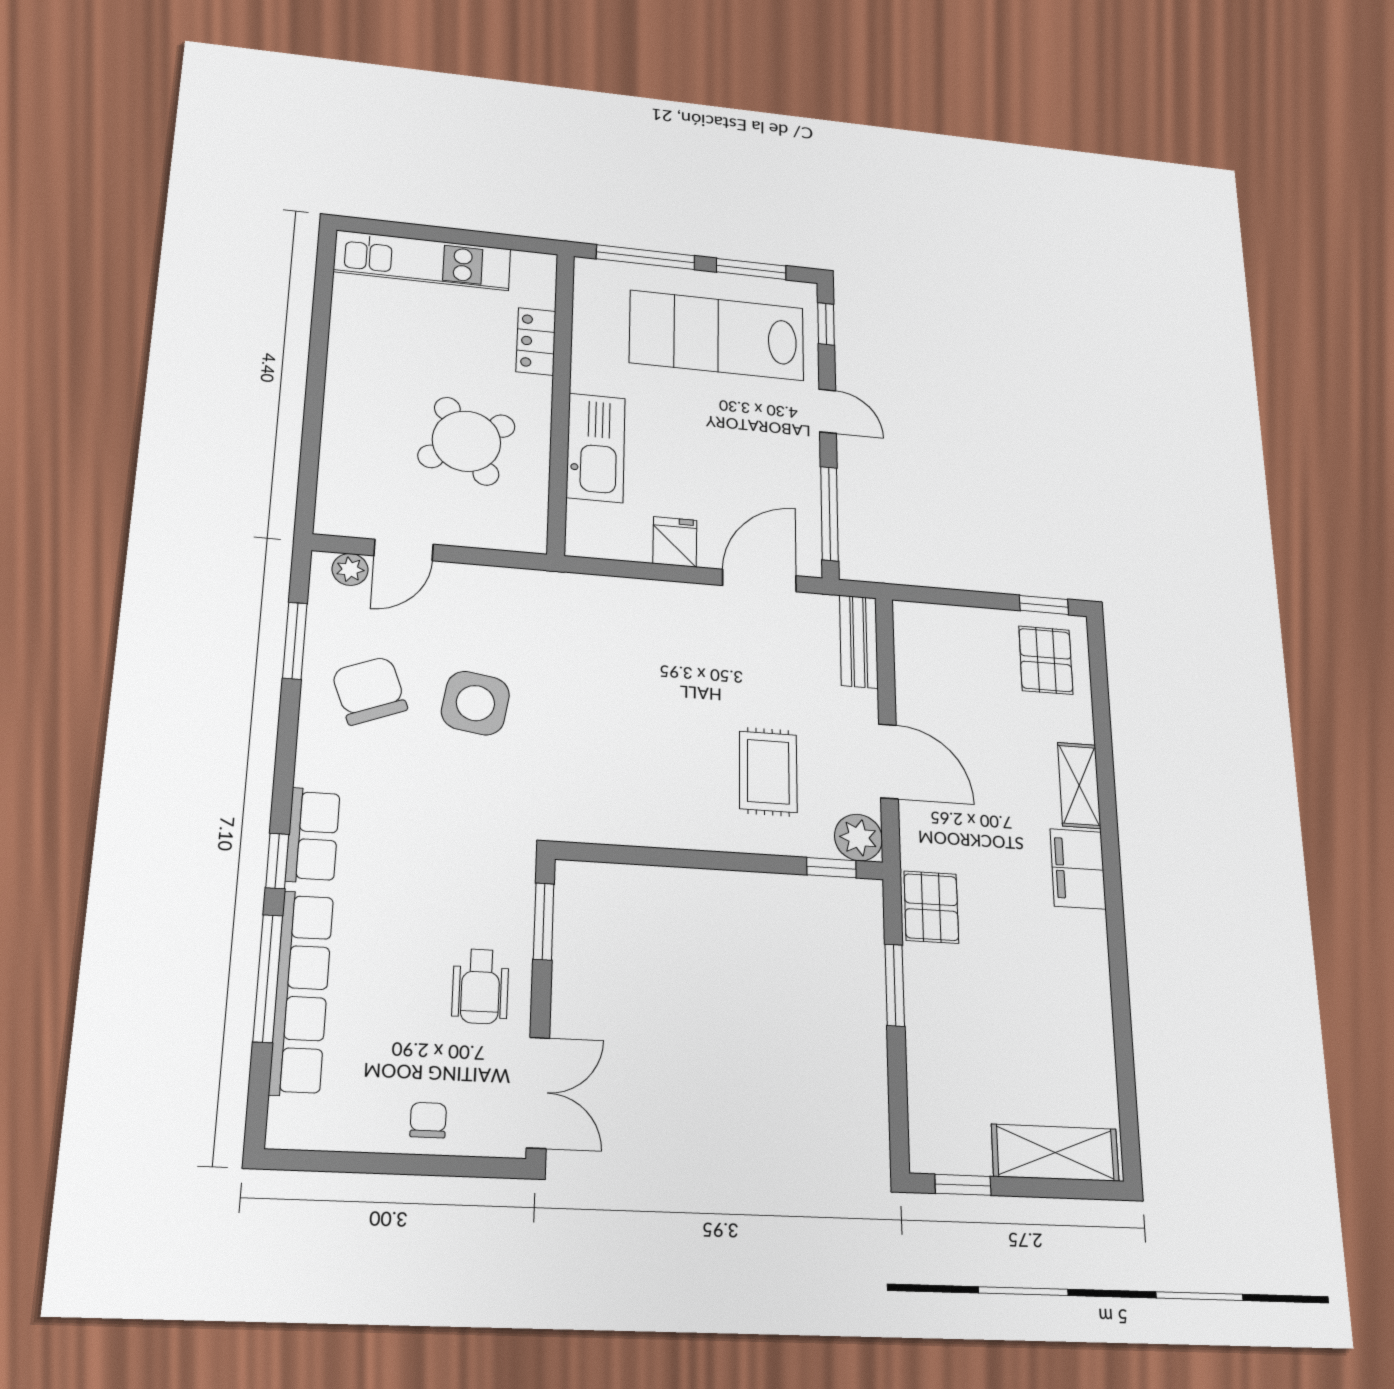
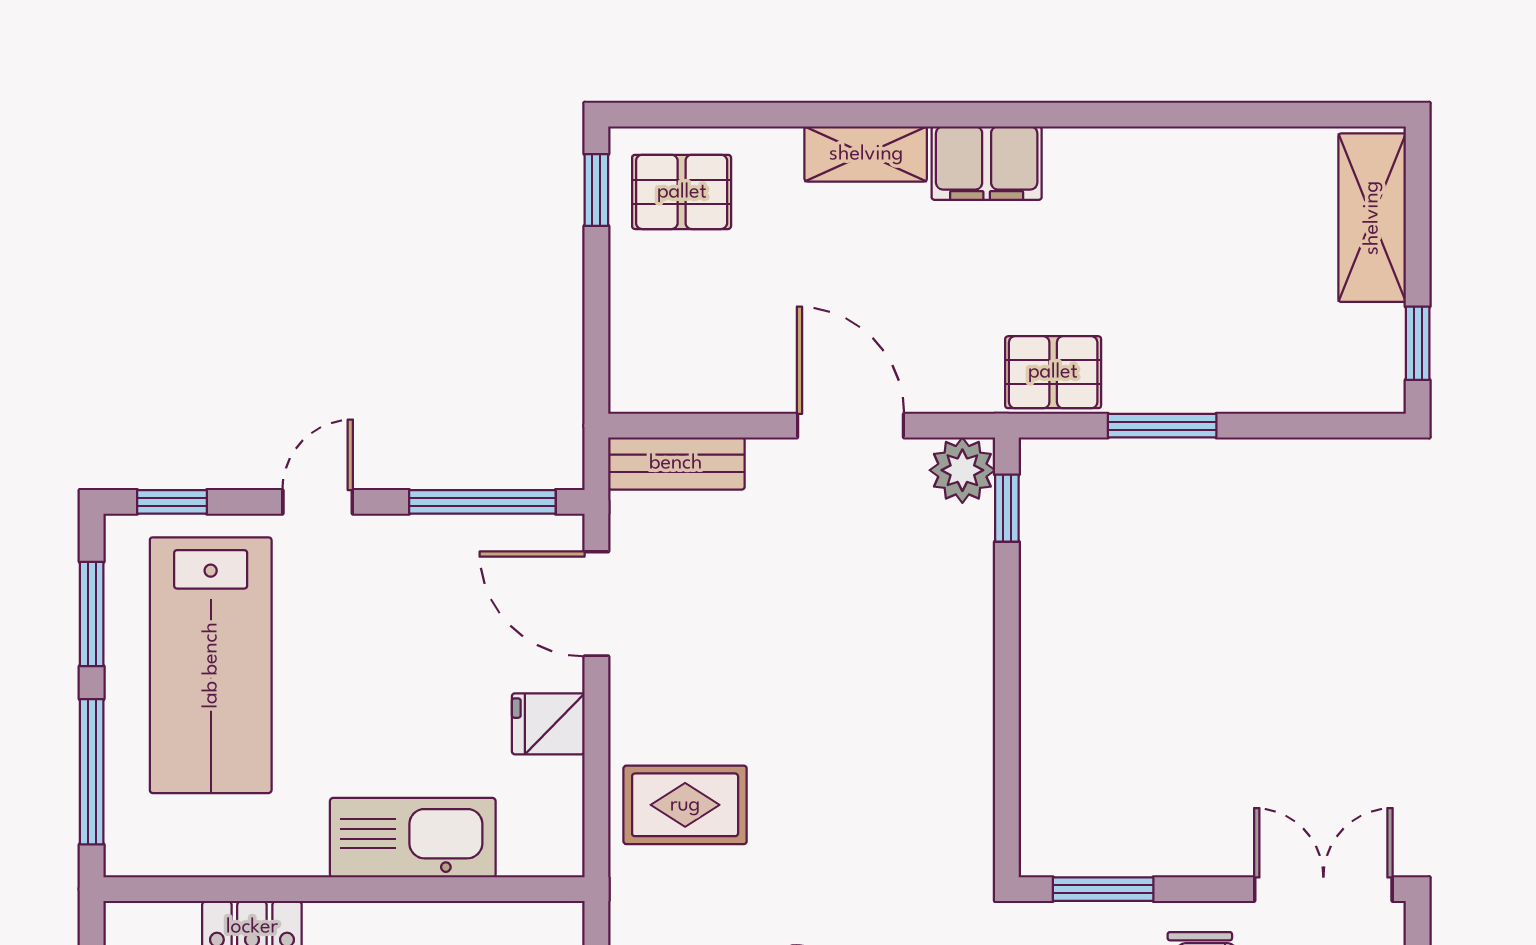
door: (888, 761) -> (850, 426), hinge flipped
rug: (768, 772) -> (685, 805), moved

